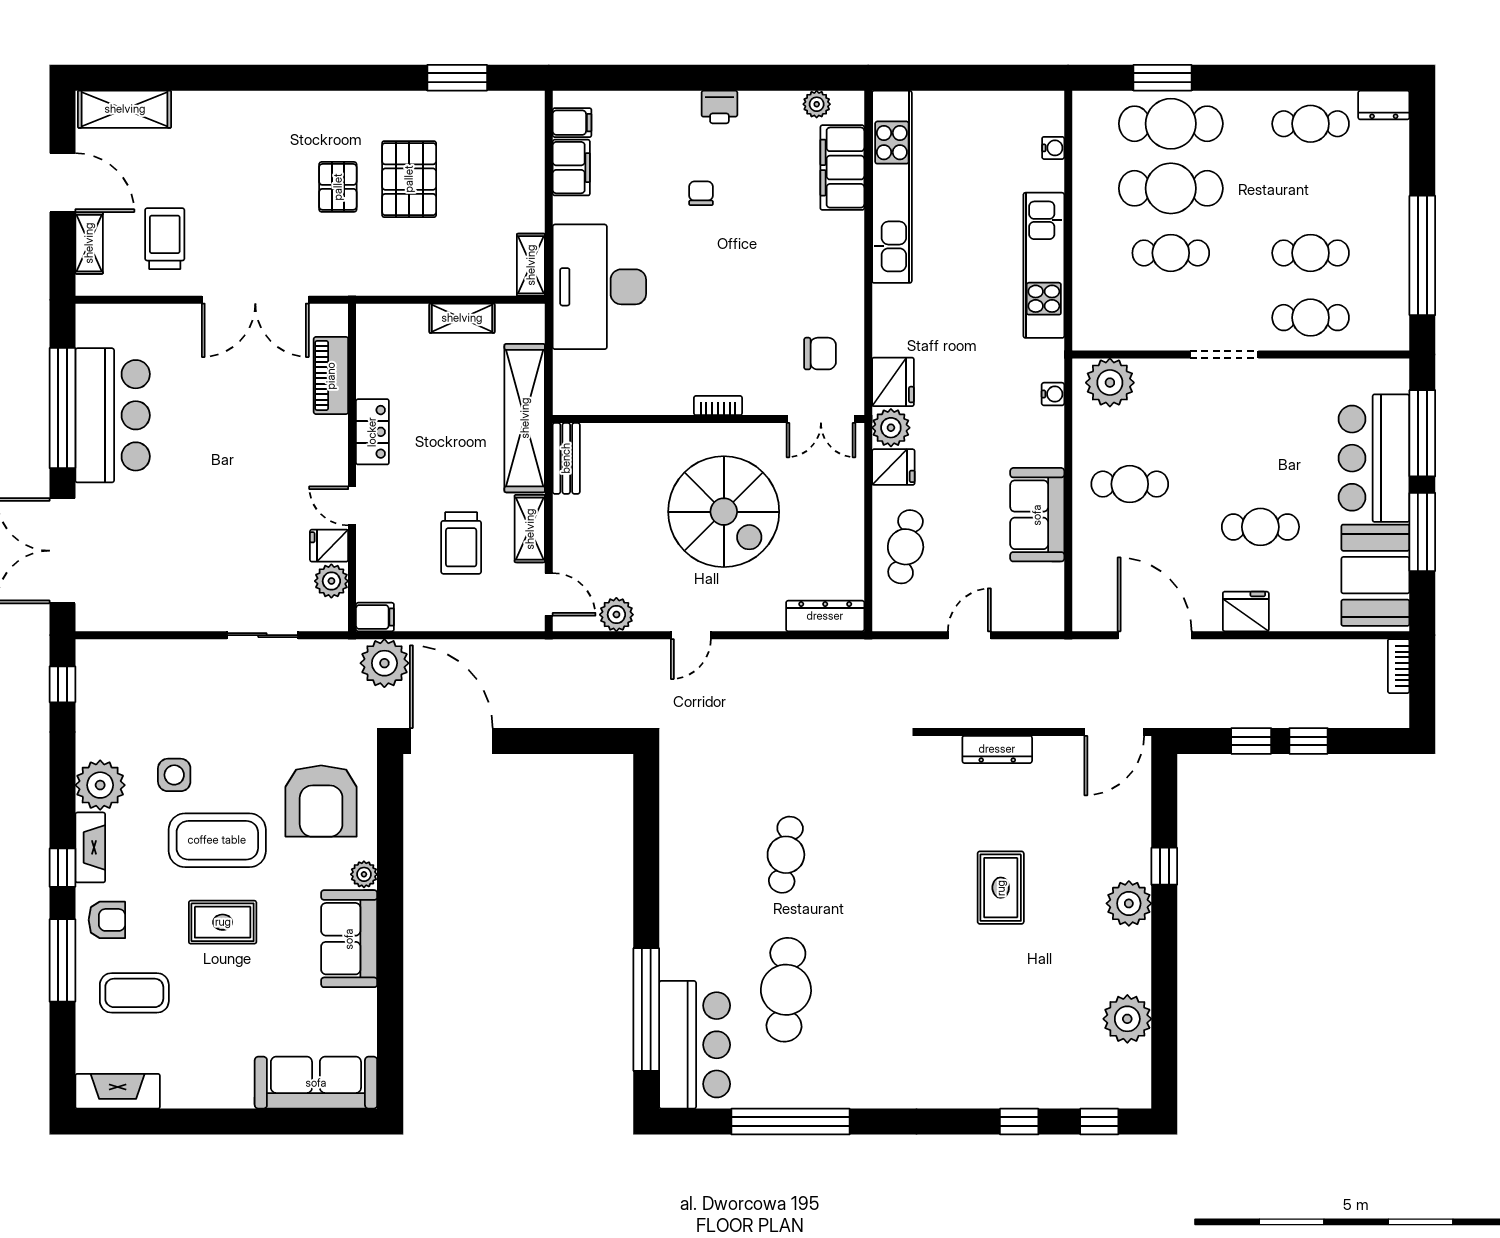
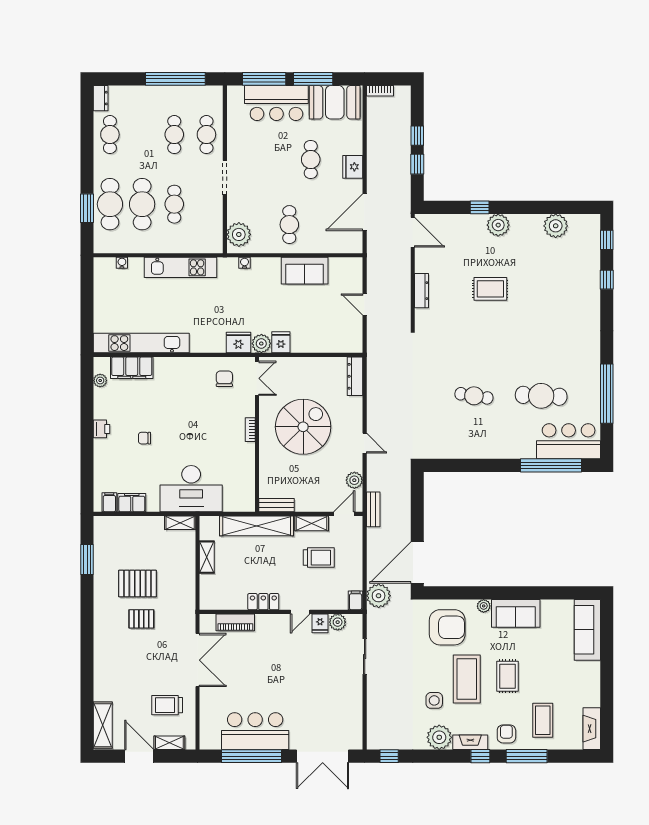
door: (62, 183) -> (139, 756), hinge flipped
cafe table: (906, 547) -> (321, 336), removed
bench: (558, 652) -> (373, 509), added

